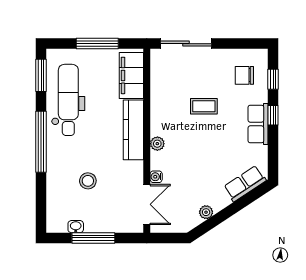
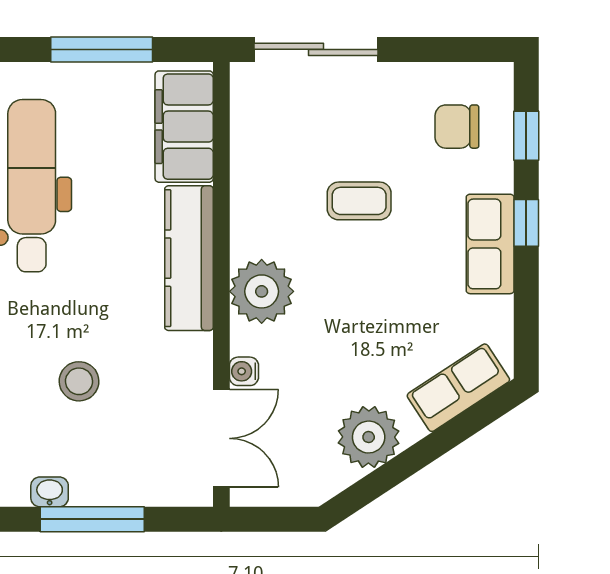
plant: (157, 144) -> (262, 291), width x1.88, depth x1.88
plant: (206, 212) -> (369, 437), width x1.88, depth x1.88

